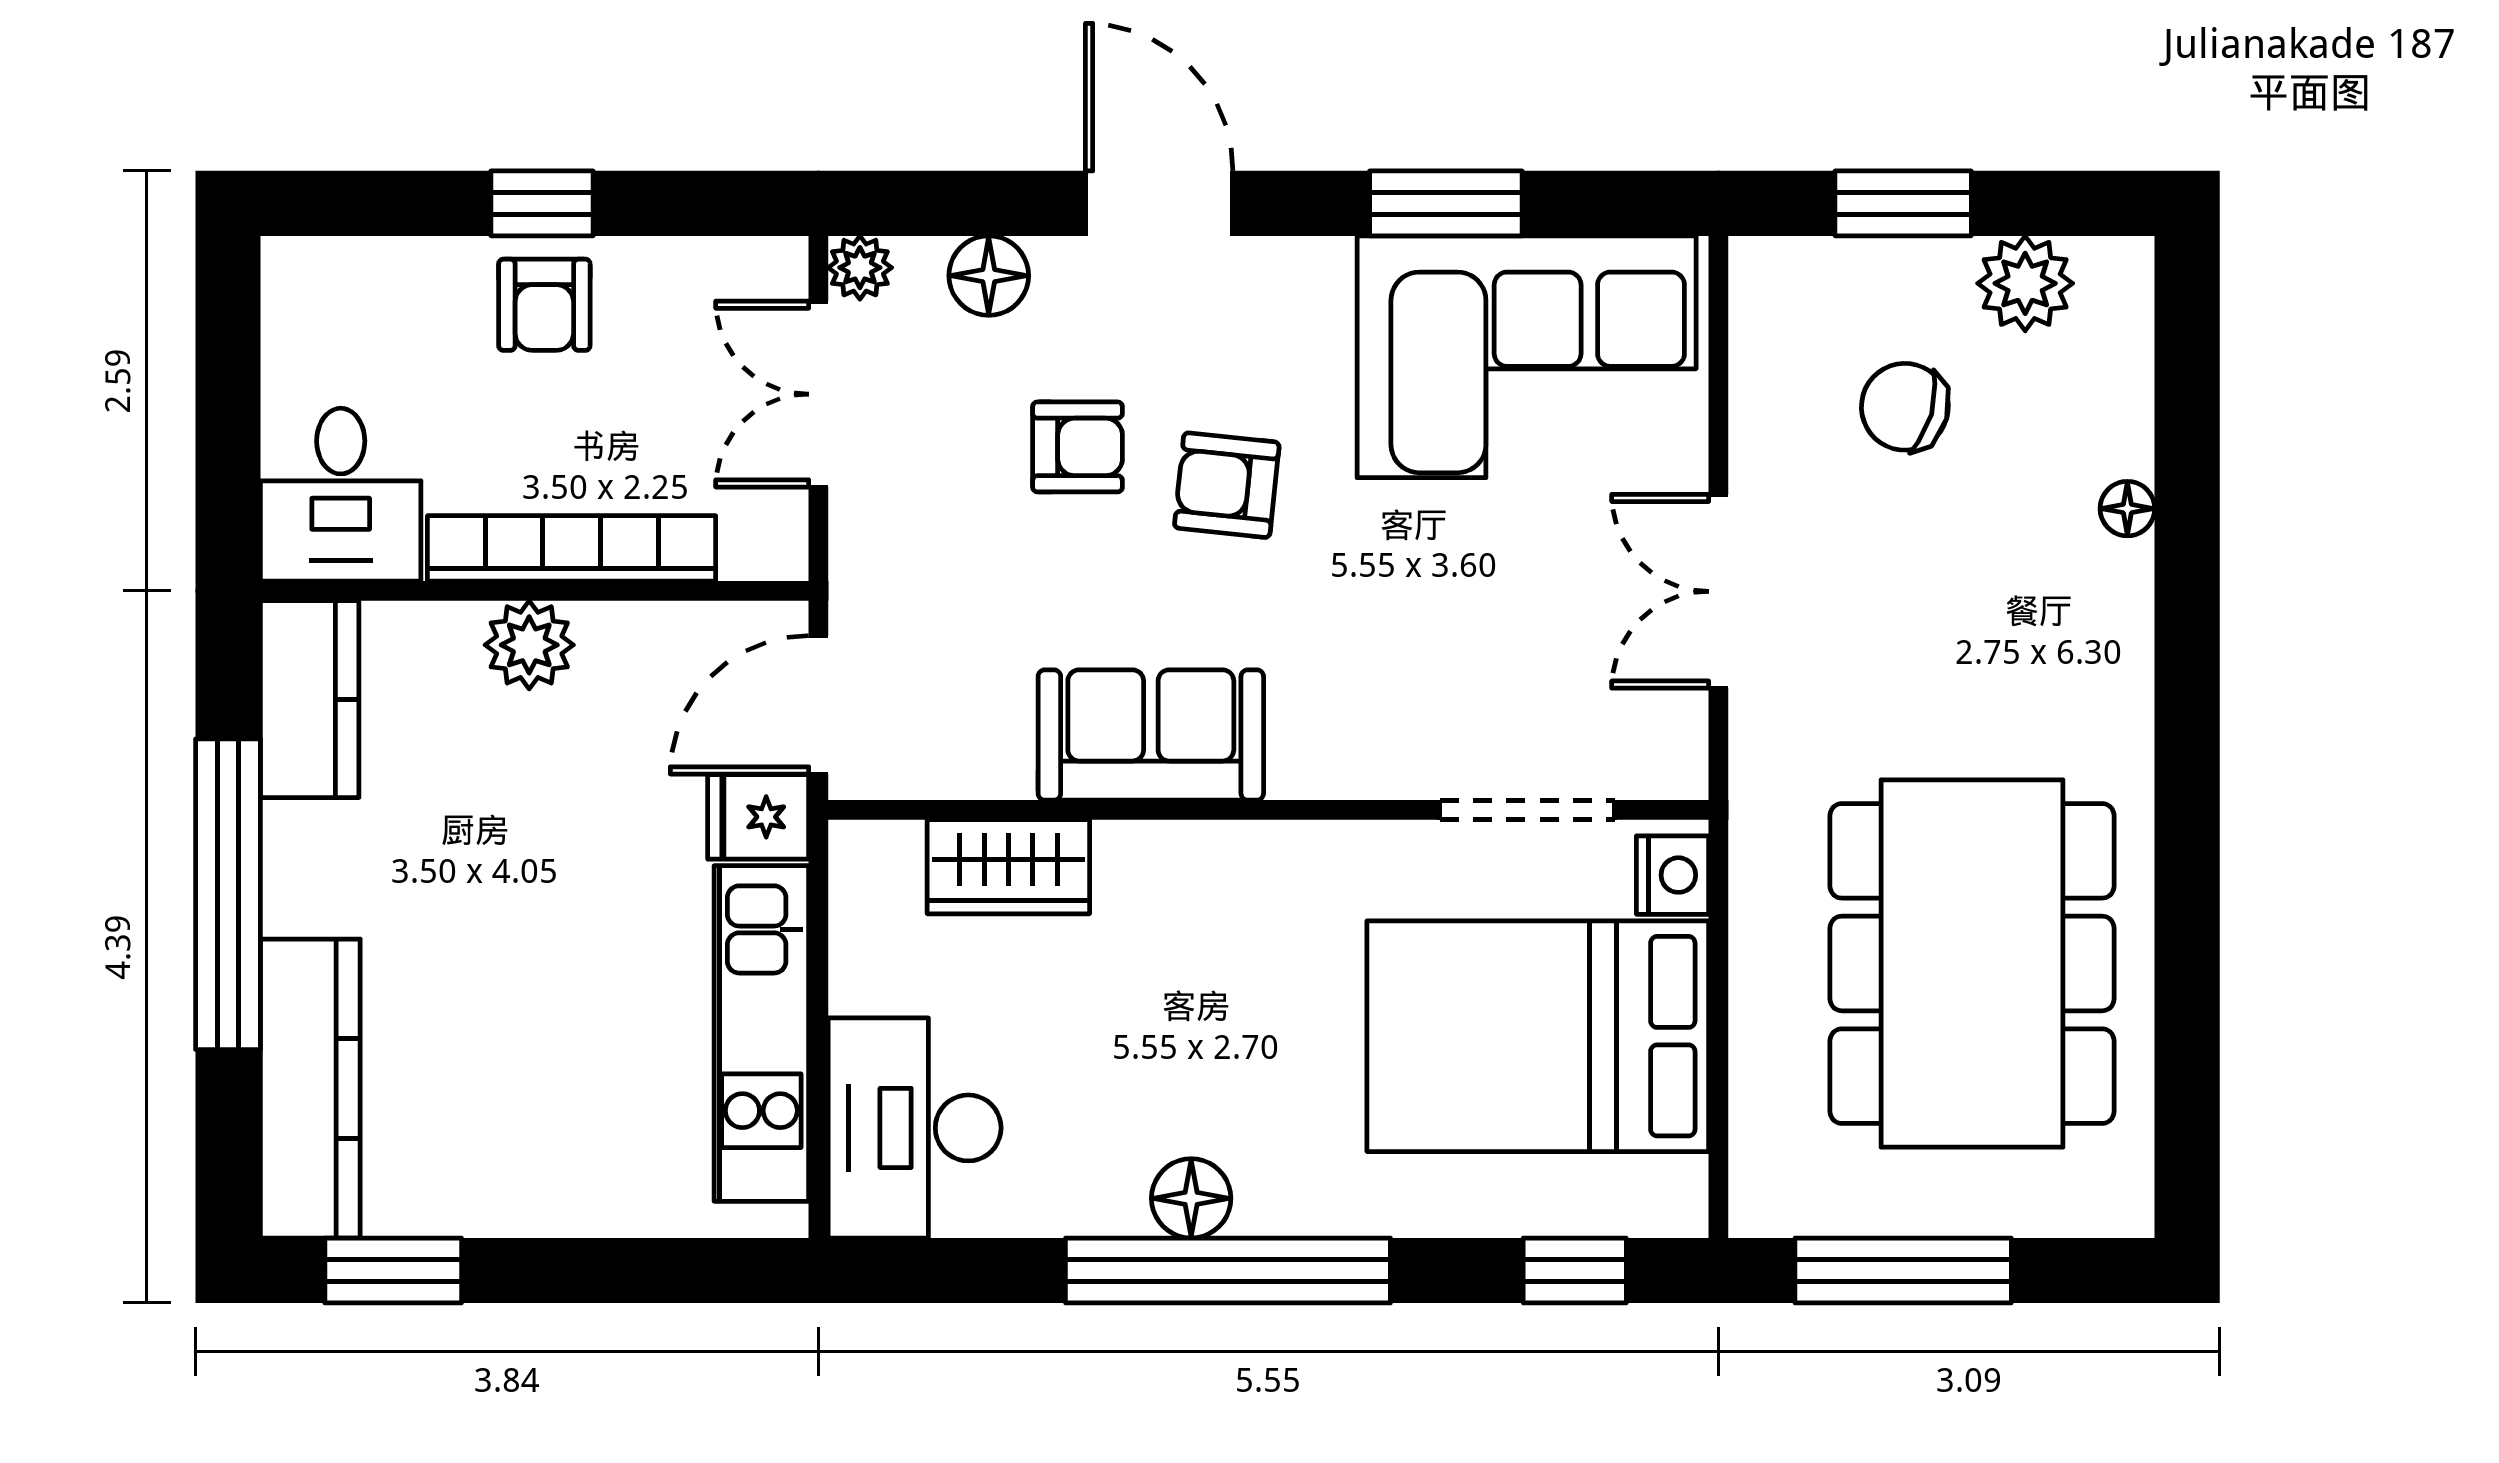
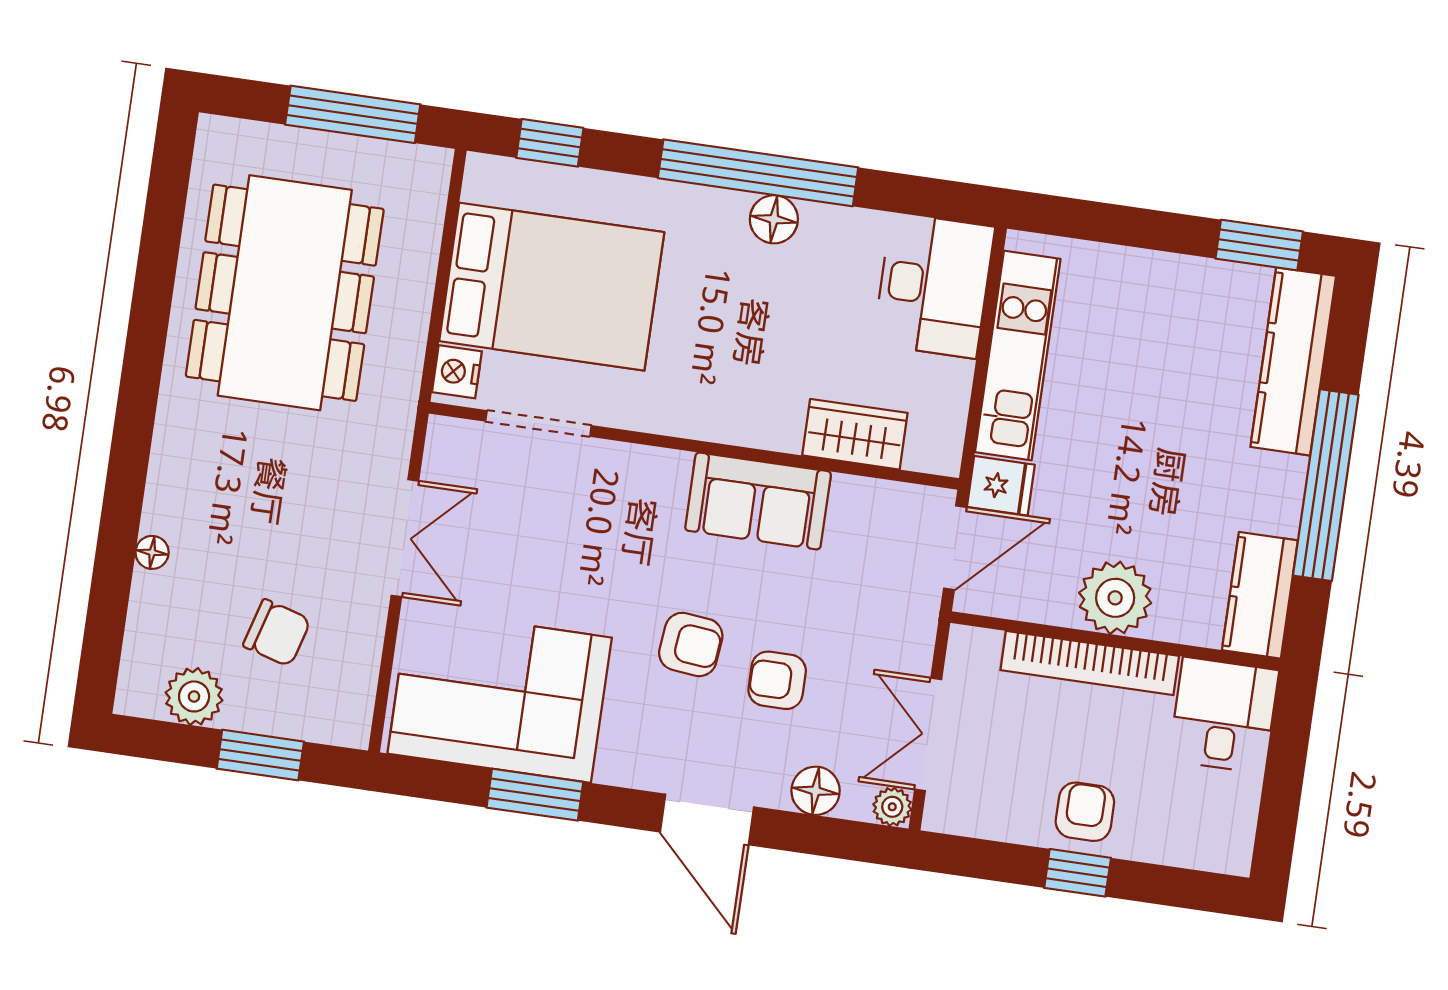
double door: (818, 394) -> (928, 734), swing flipped
plant: (529, 645) -> (1115, 598), width x1.36, depth x1.36

